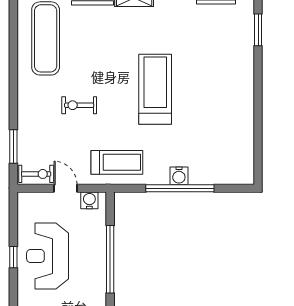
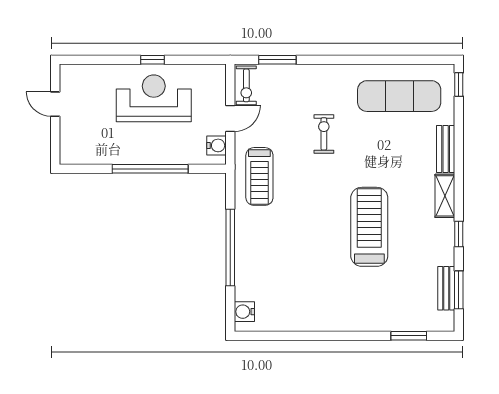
treadmill: (155, 89) -> (369, 227), moved, turned -90
water cooler: (179, 176) -> (244, 312), moved

